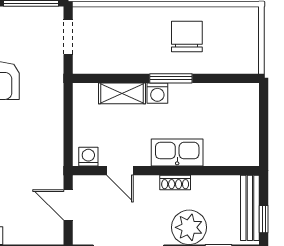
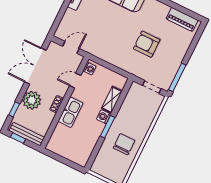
chair: (187, 37) -> (124, 144), turned -90

